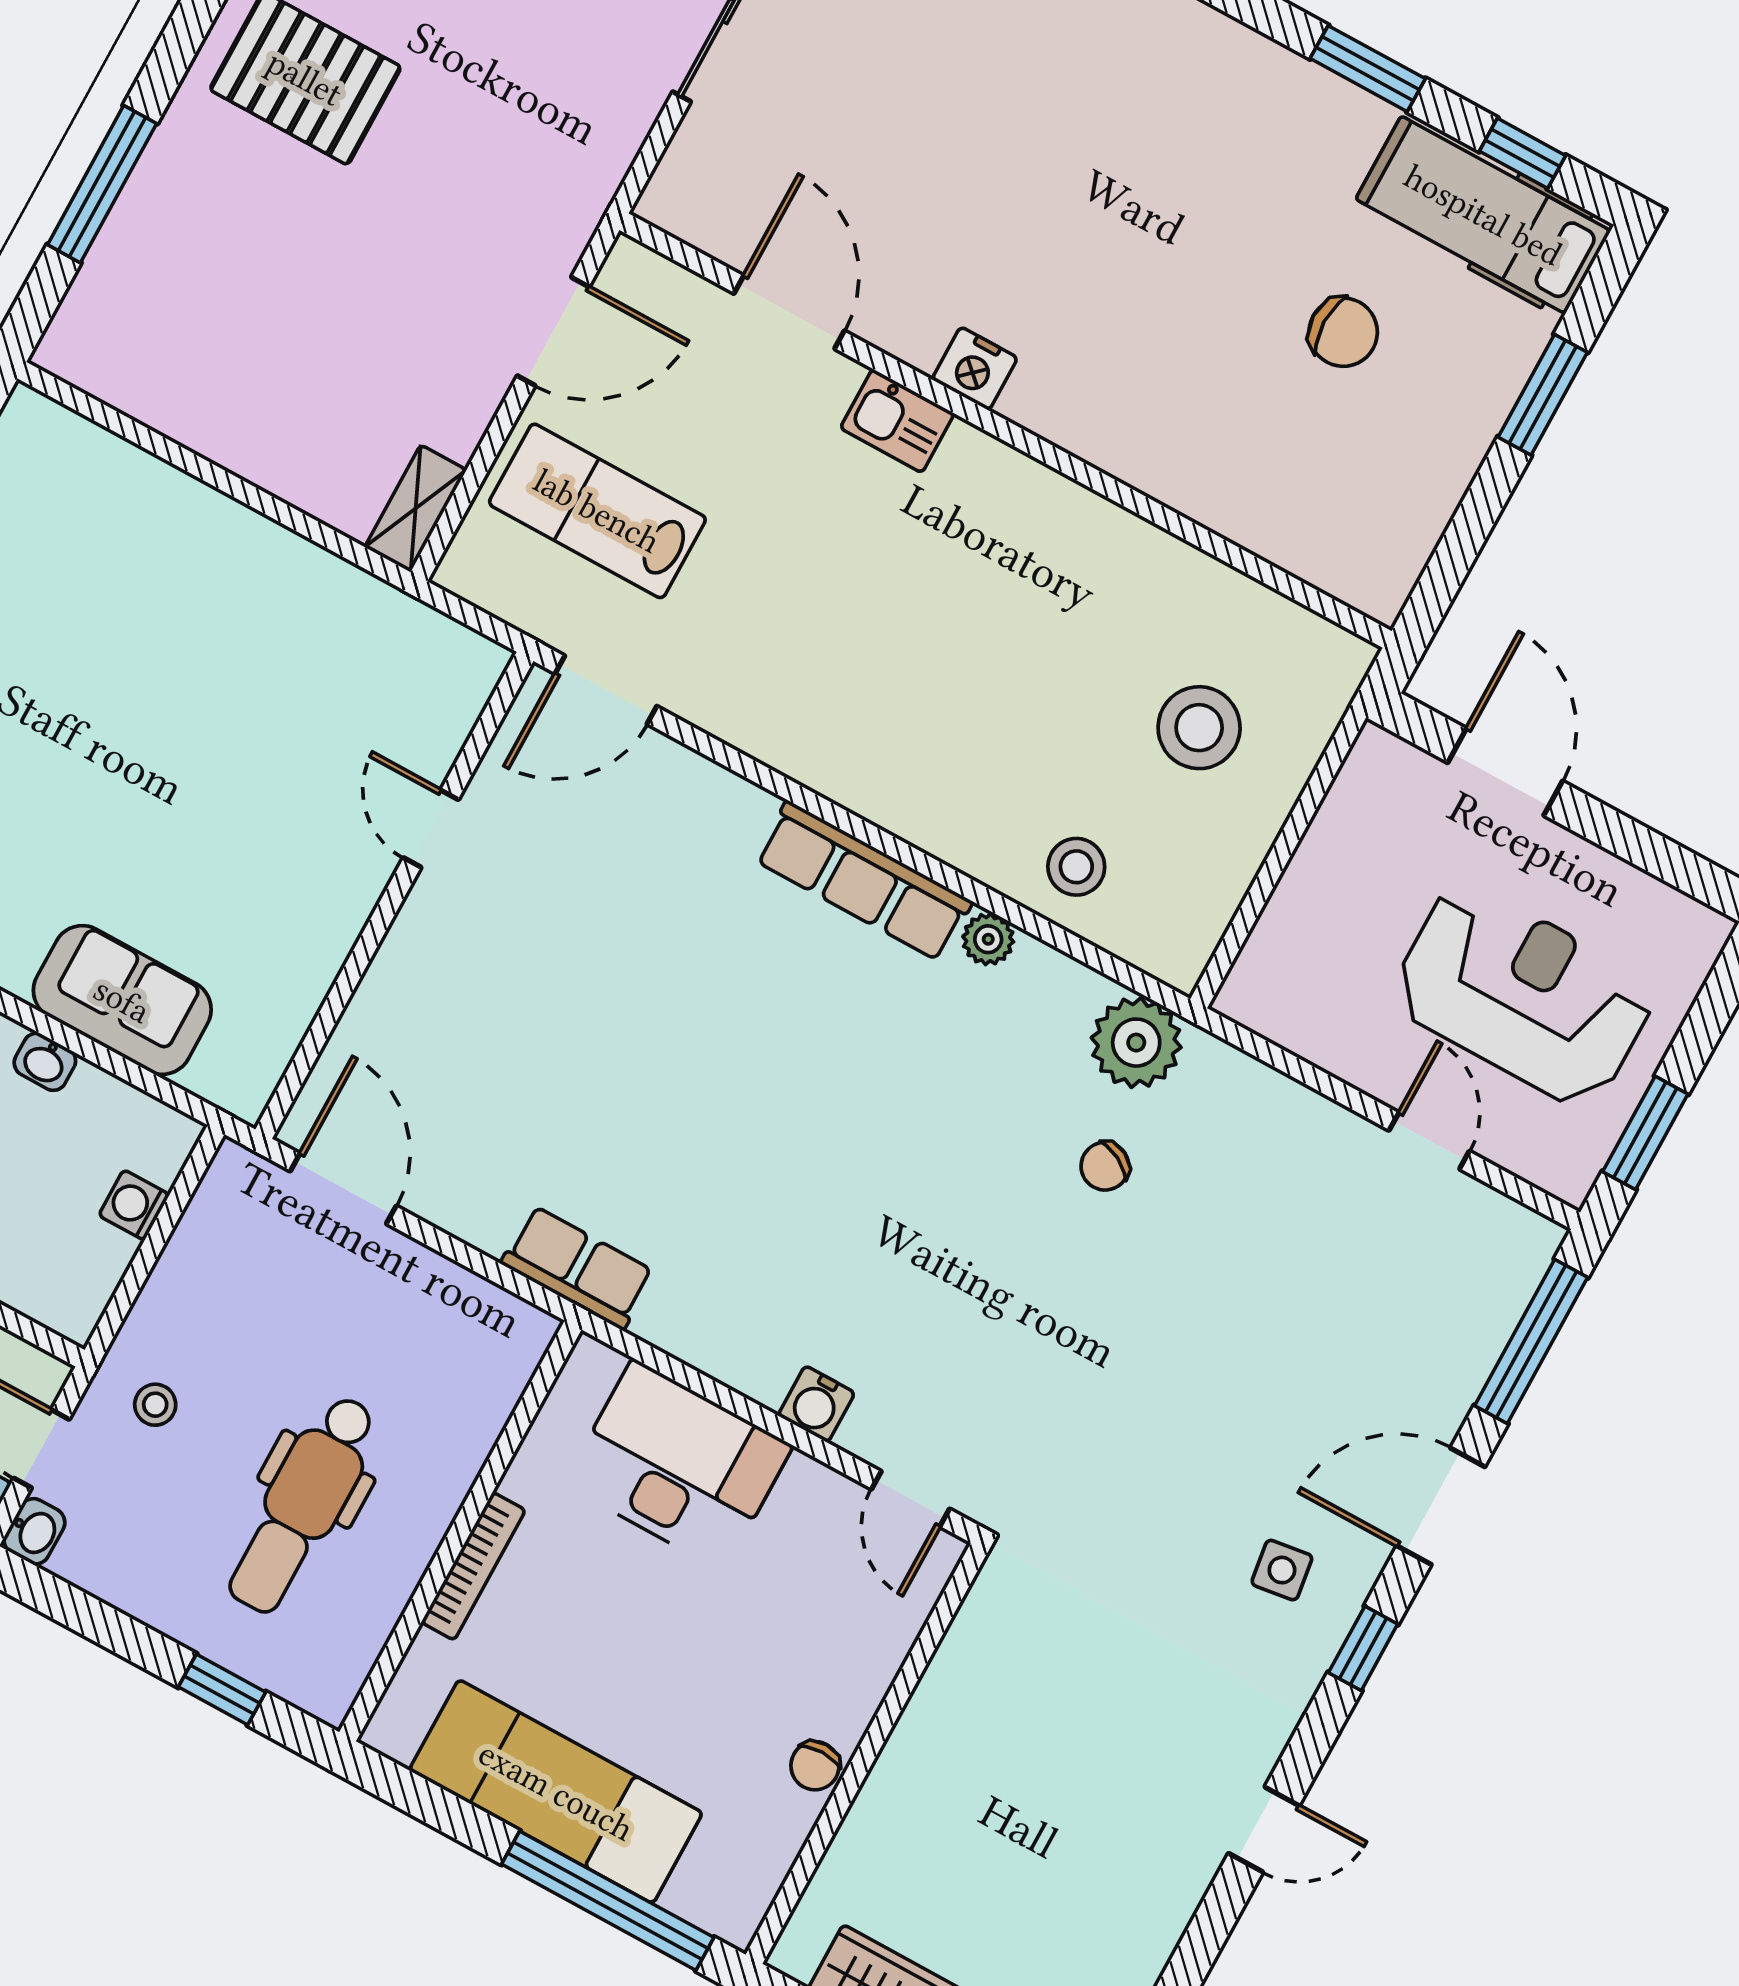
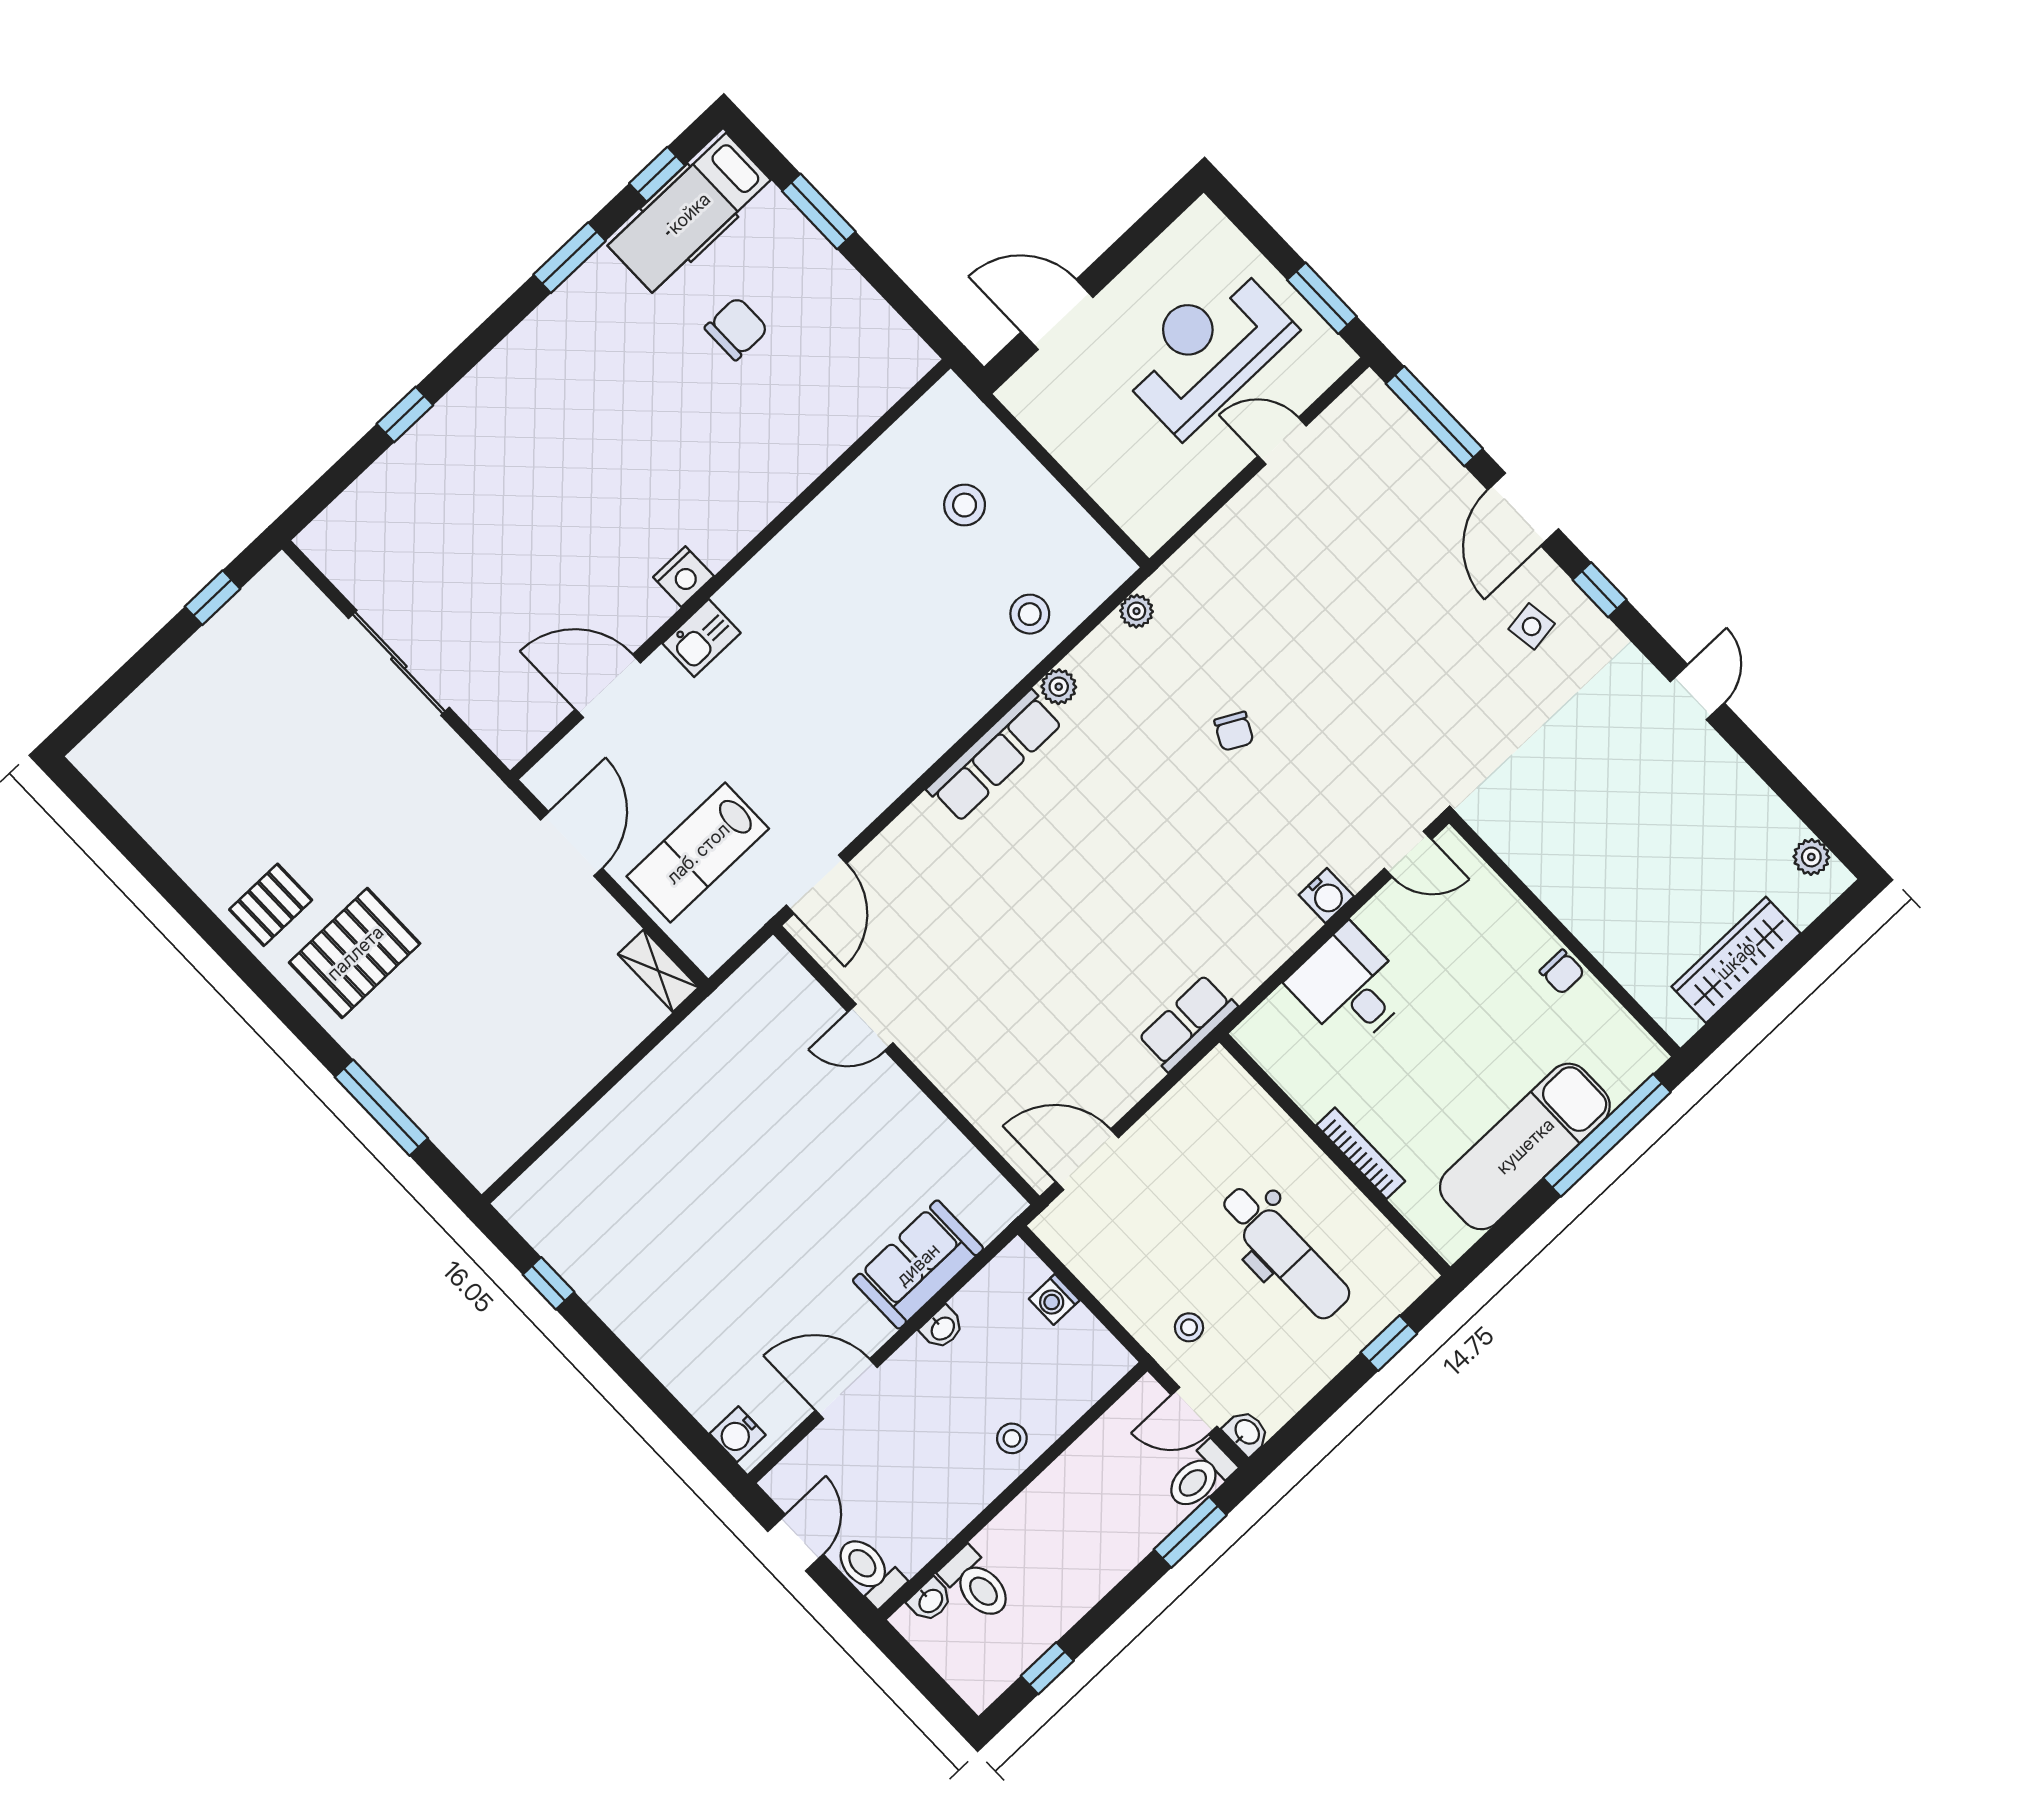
stool: (1199, 728) -> (965, 505), width x0.73, depth x0.73
plant: (1136, 1043) -> (1137, 611), width x0.53, depth x0.53
chair: (1105, 1166) -> (1234, 731), moved
desk: (678, 1465) -> (1350, 987), width x0.73

